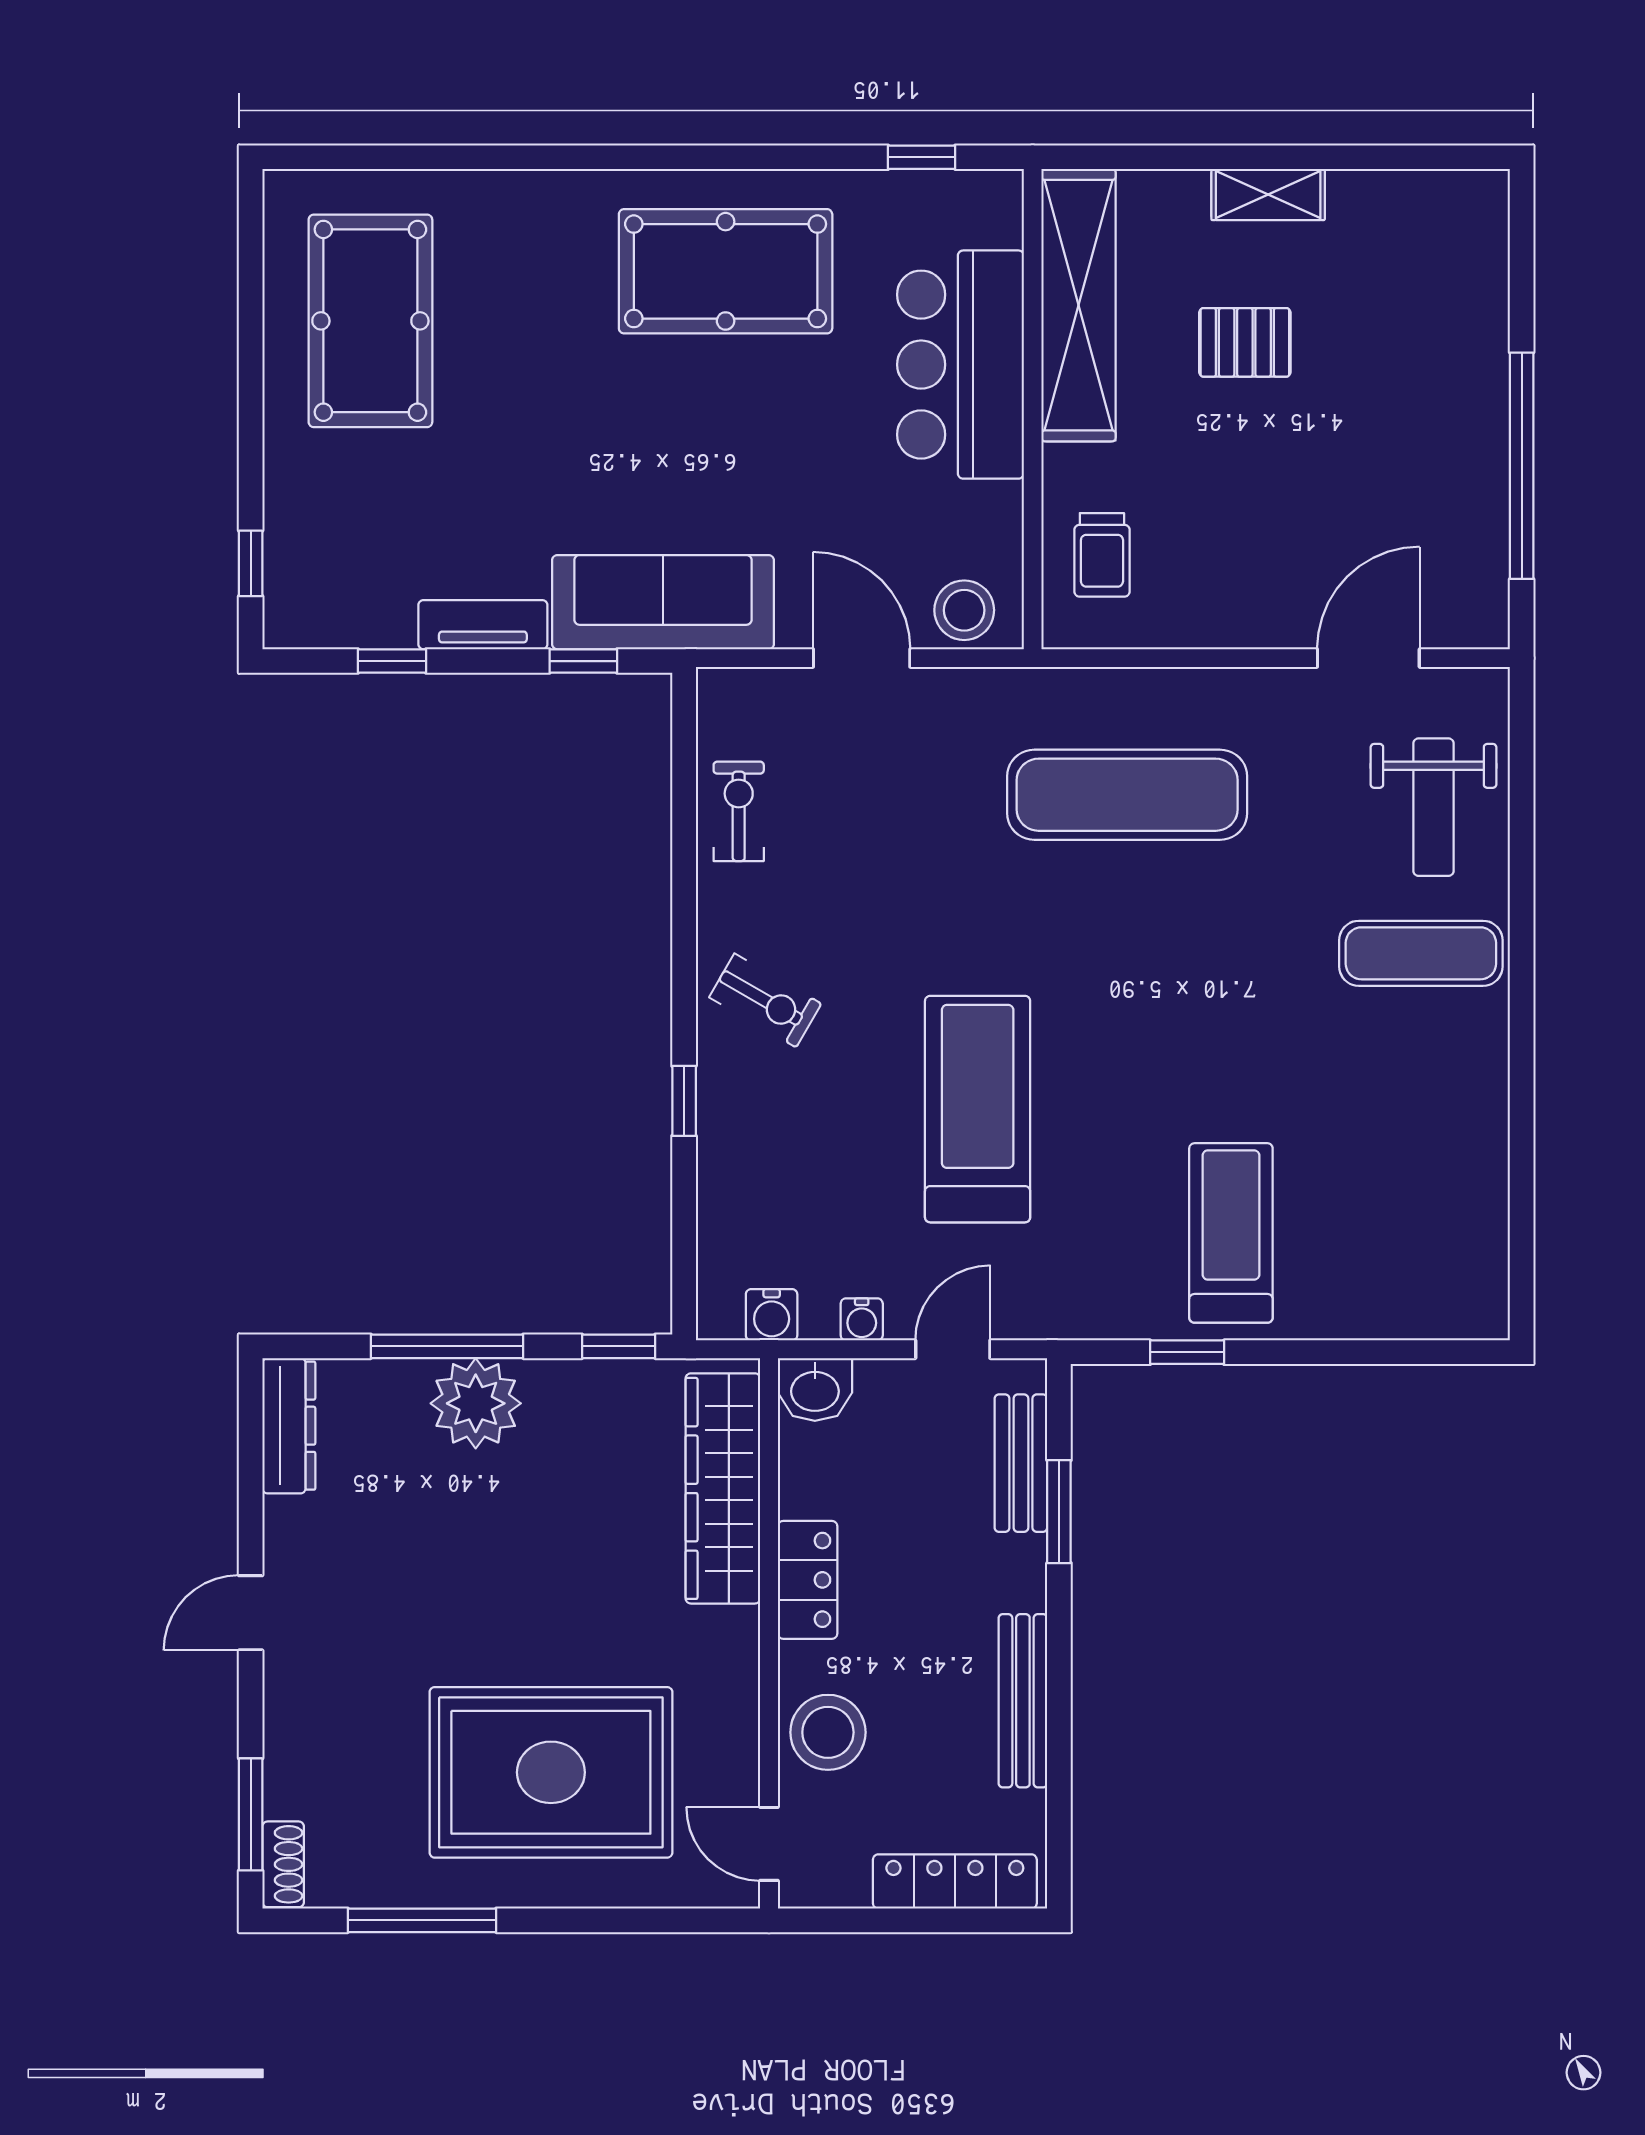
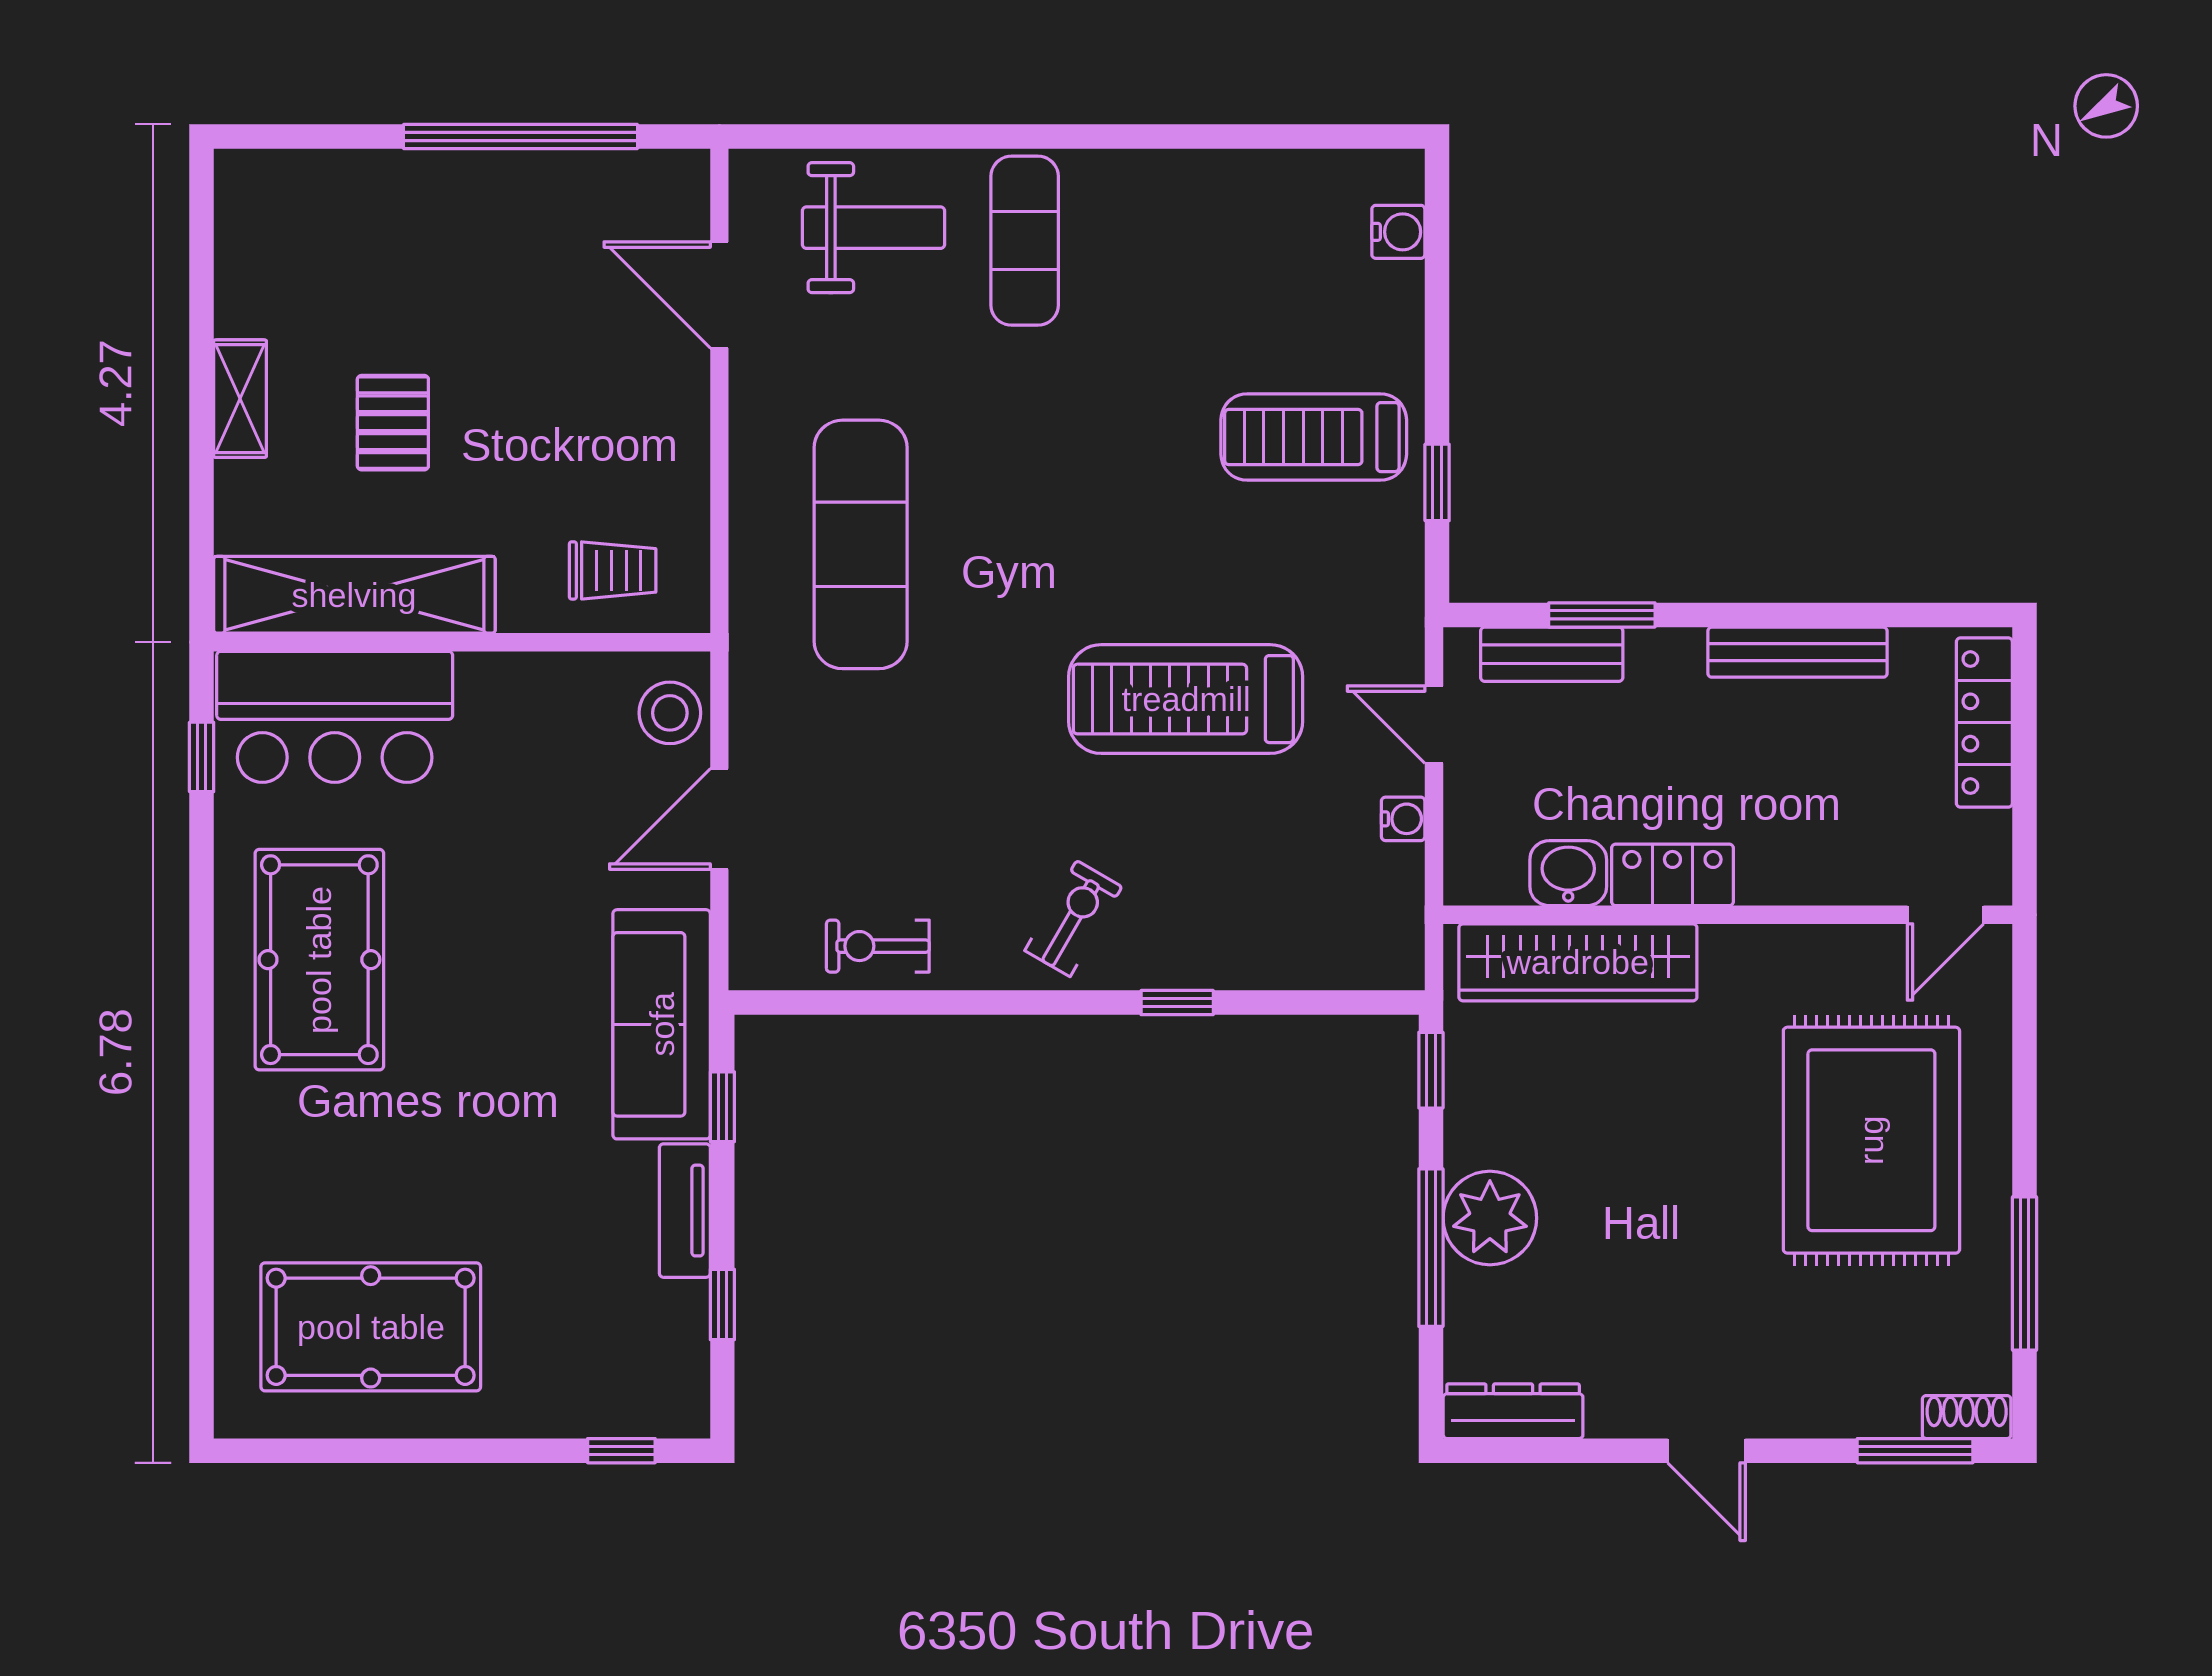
bar counter: (960, 365) -> (335, 717), moved
water cooler: (772, 1315) -> (1398, 232), moved
washbasin: (815, 1390) -> (1568, 873), moved, turned -90
stool: (828, 1732) -> (1830, 854), removed

